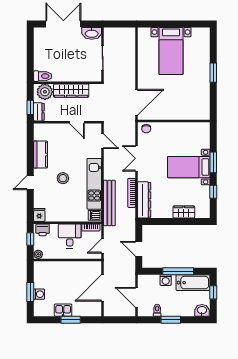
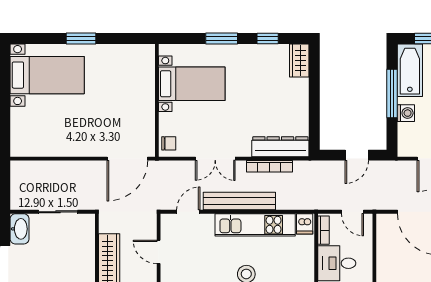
bed with nightstands: (171, 51) -> (47, 75), moved
door: (136, 102) -> (127, 159), swing flipped
door: (77, 122) -> (159, 252), swing flipped
bed with nightstands: (189, 167) -> (192, 84), moved, turned -90
bench: (109, 203) -> (239, 201), moved
wardrobe: (184, 212) -> (299, 60), moved

